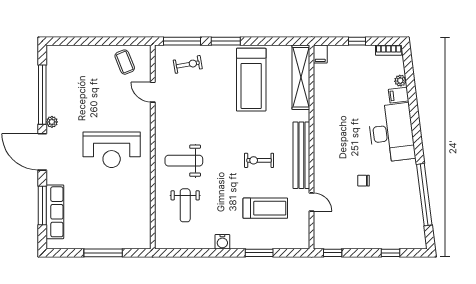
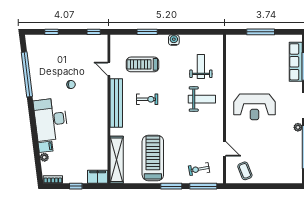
filing cabinet: (320, 54) -> (98, 177), width x2.00
reception desk: (112, 150) -> (254, 107), turned 180

